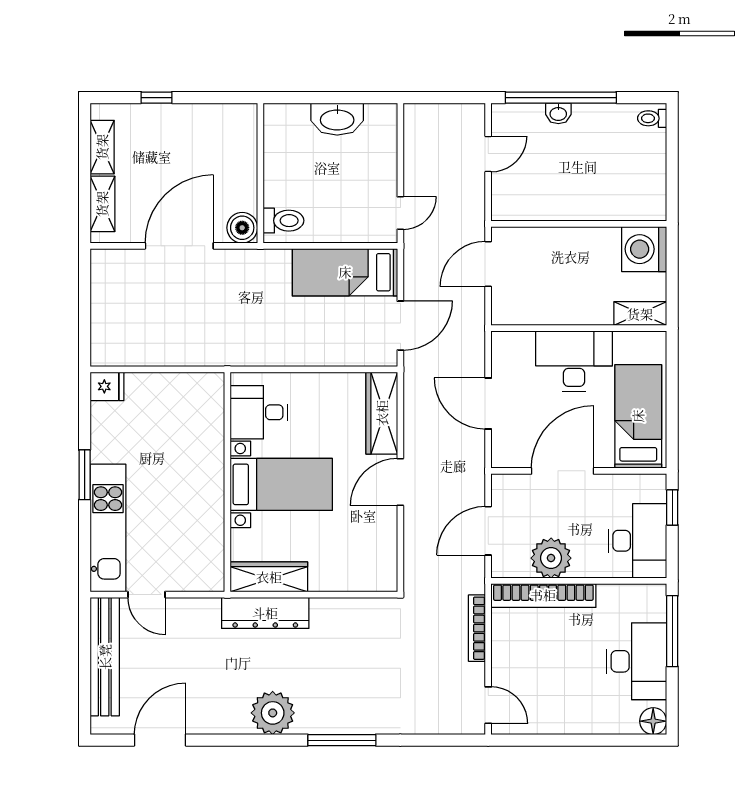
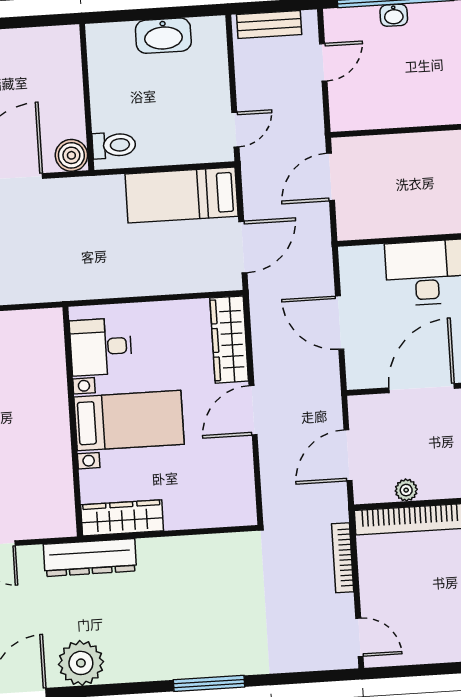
bench: (439, 115) -> (269, 24), added
plant: (551, 558) -> (406, 490), width x0.53, depth x0.53
dresser: (265, 613) -> (90, 558), moved
plant: (273, 713) -> (81, 663), moved

